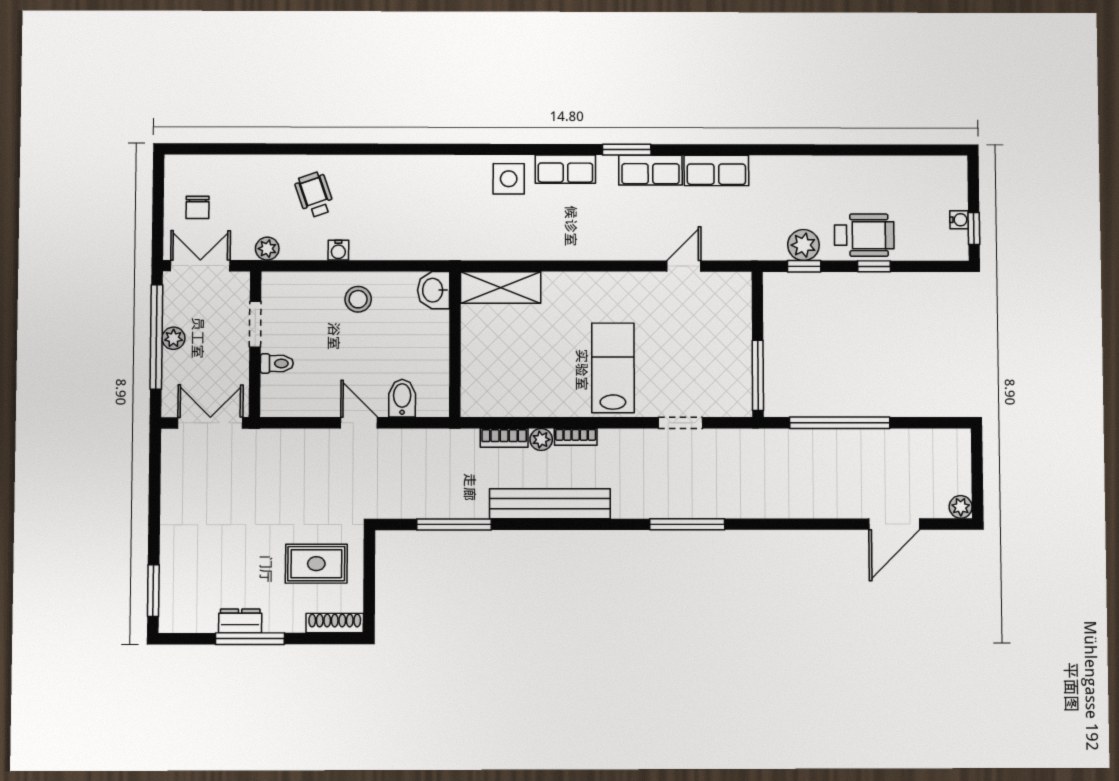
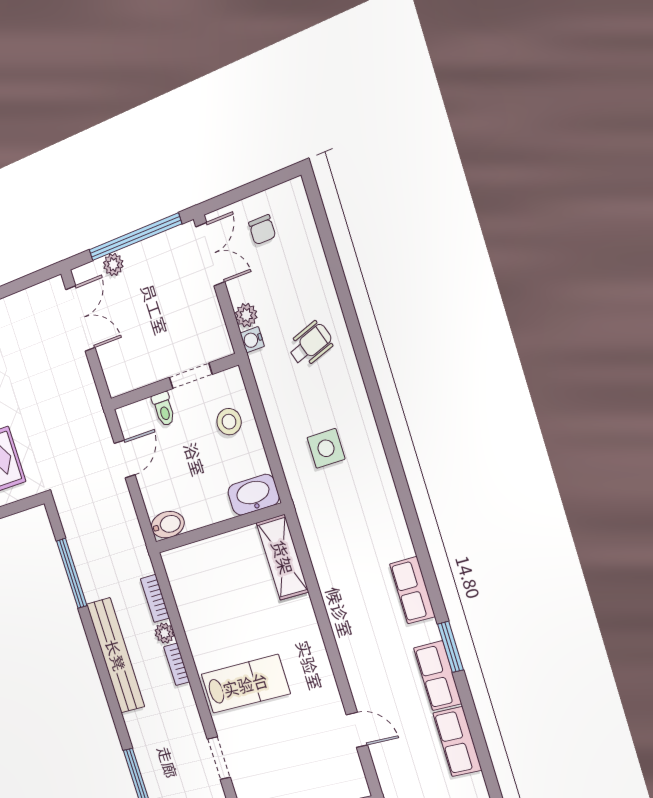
side table: (509, 179) -> (326, 448), moved
chair: (197, 207) -> (262, 230), turned -90
water cooler: (338, 250) -> (252, 340), moved
washbasin: (434, 290) -> (253, 495), width x1.38
doorway: (255, 324) -> (191, 376), moved
plant: (173, 338) -> (113, 265), moved
wall: (255, 344) -> (173, 382), moved
toilet: (277, 363) -> (164, 409), moved
bidet: (402, 398) -> (168, 525), moved

